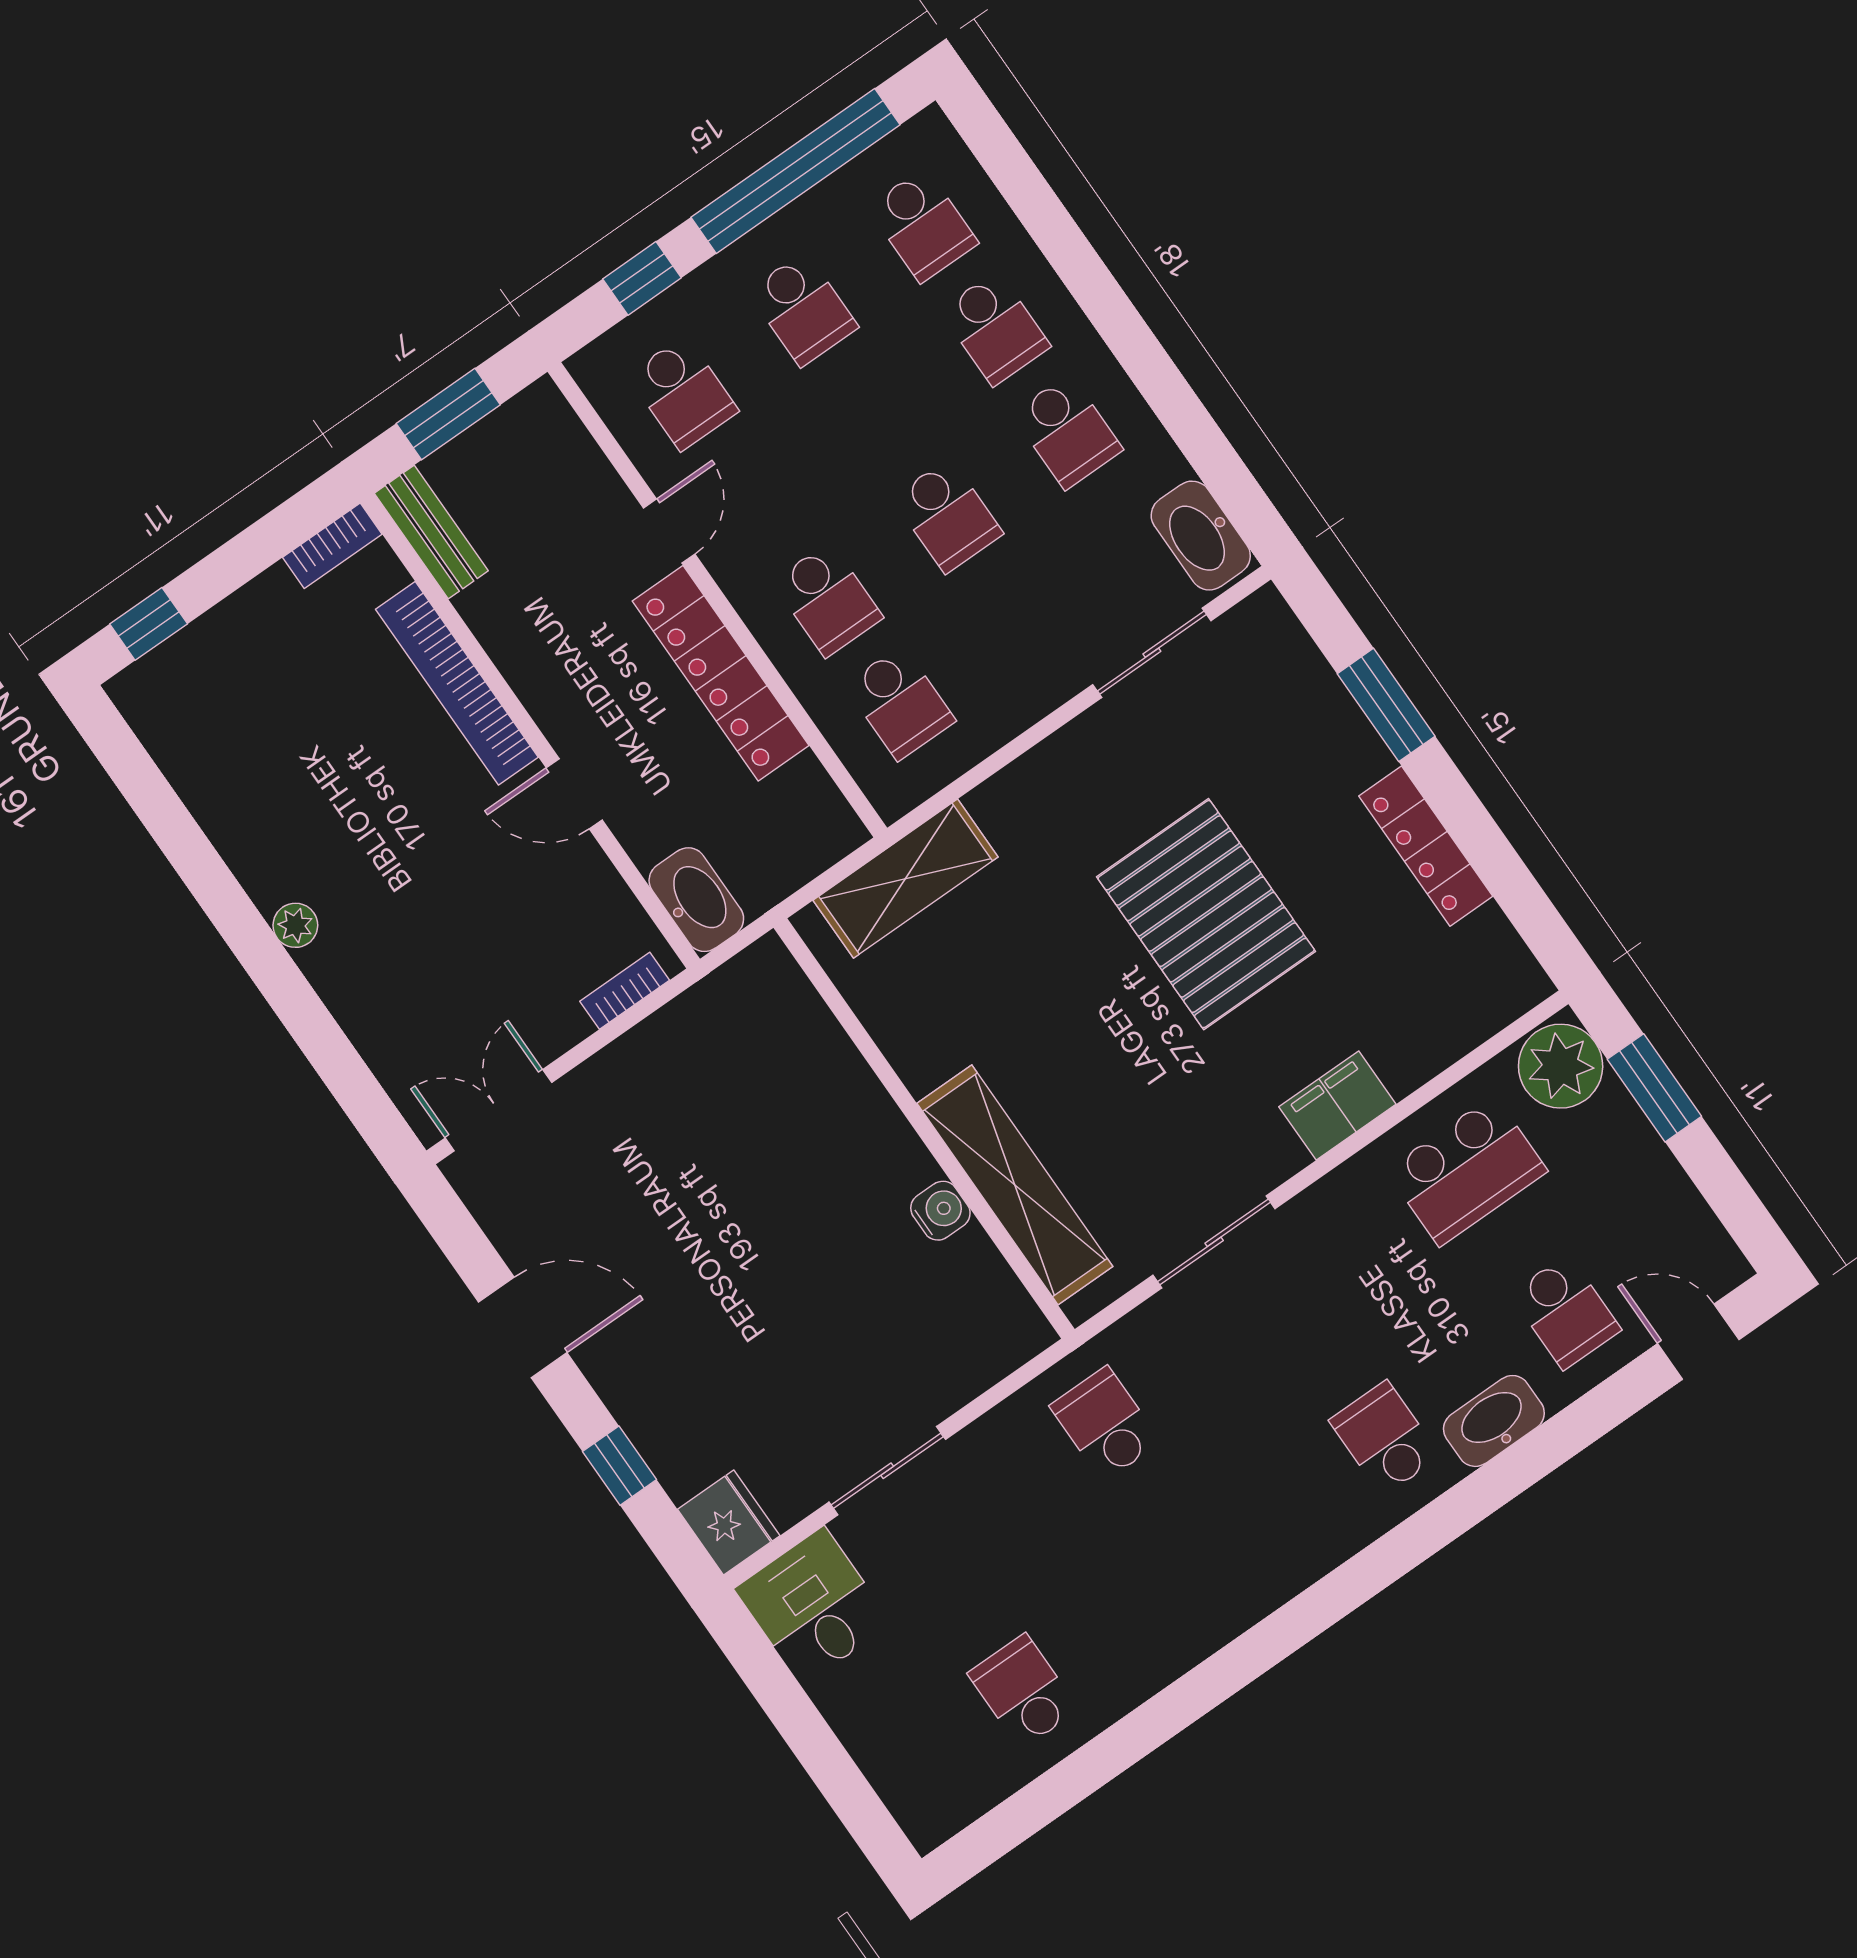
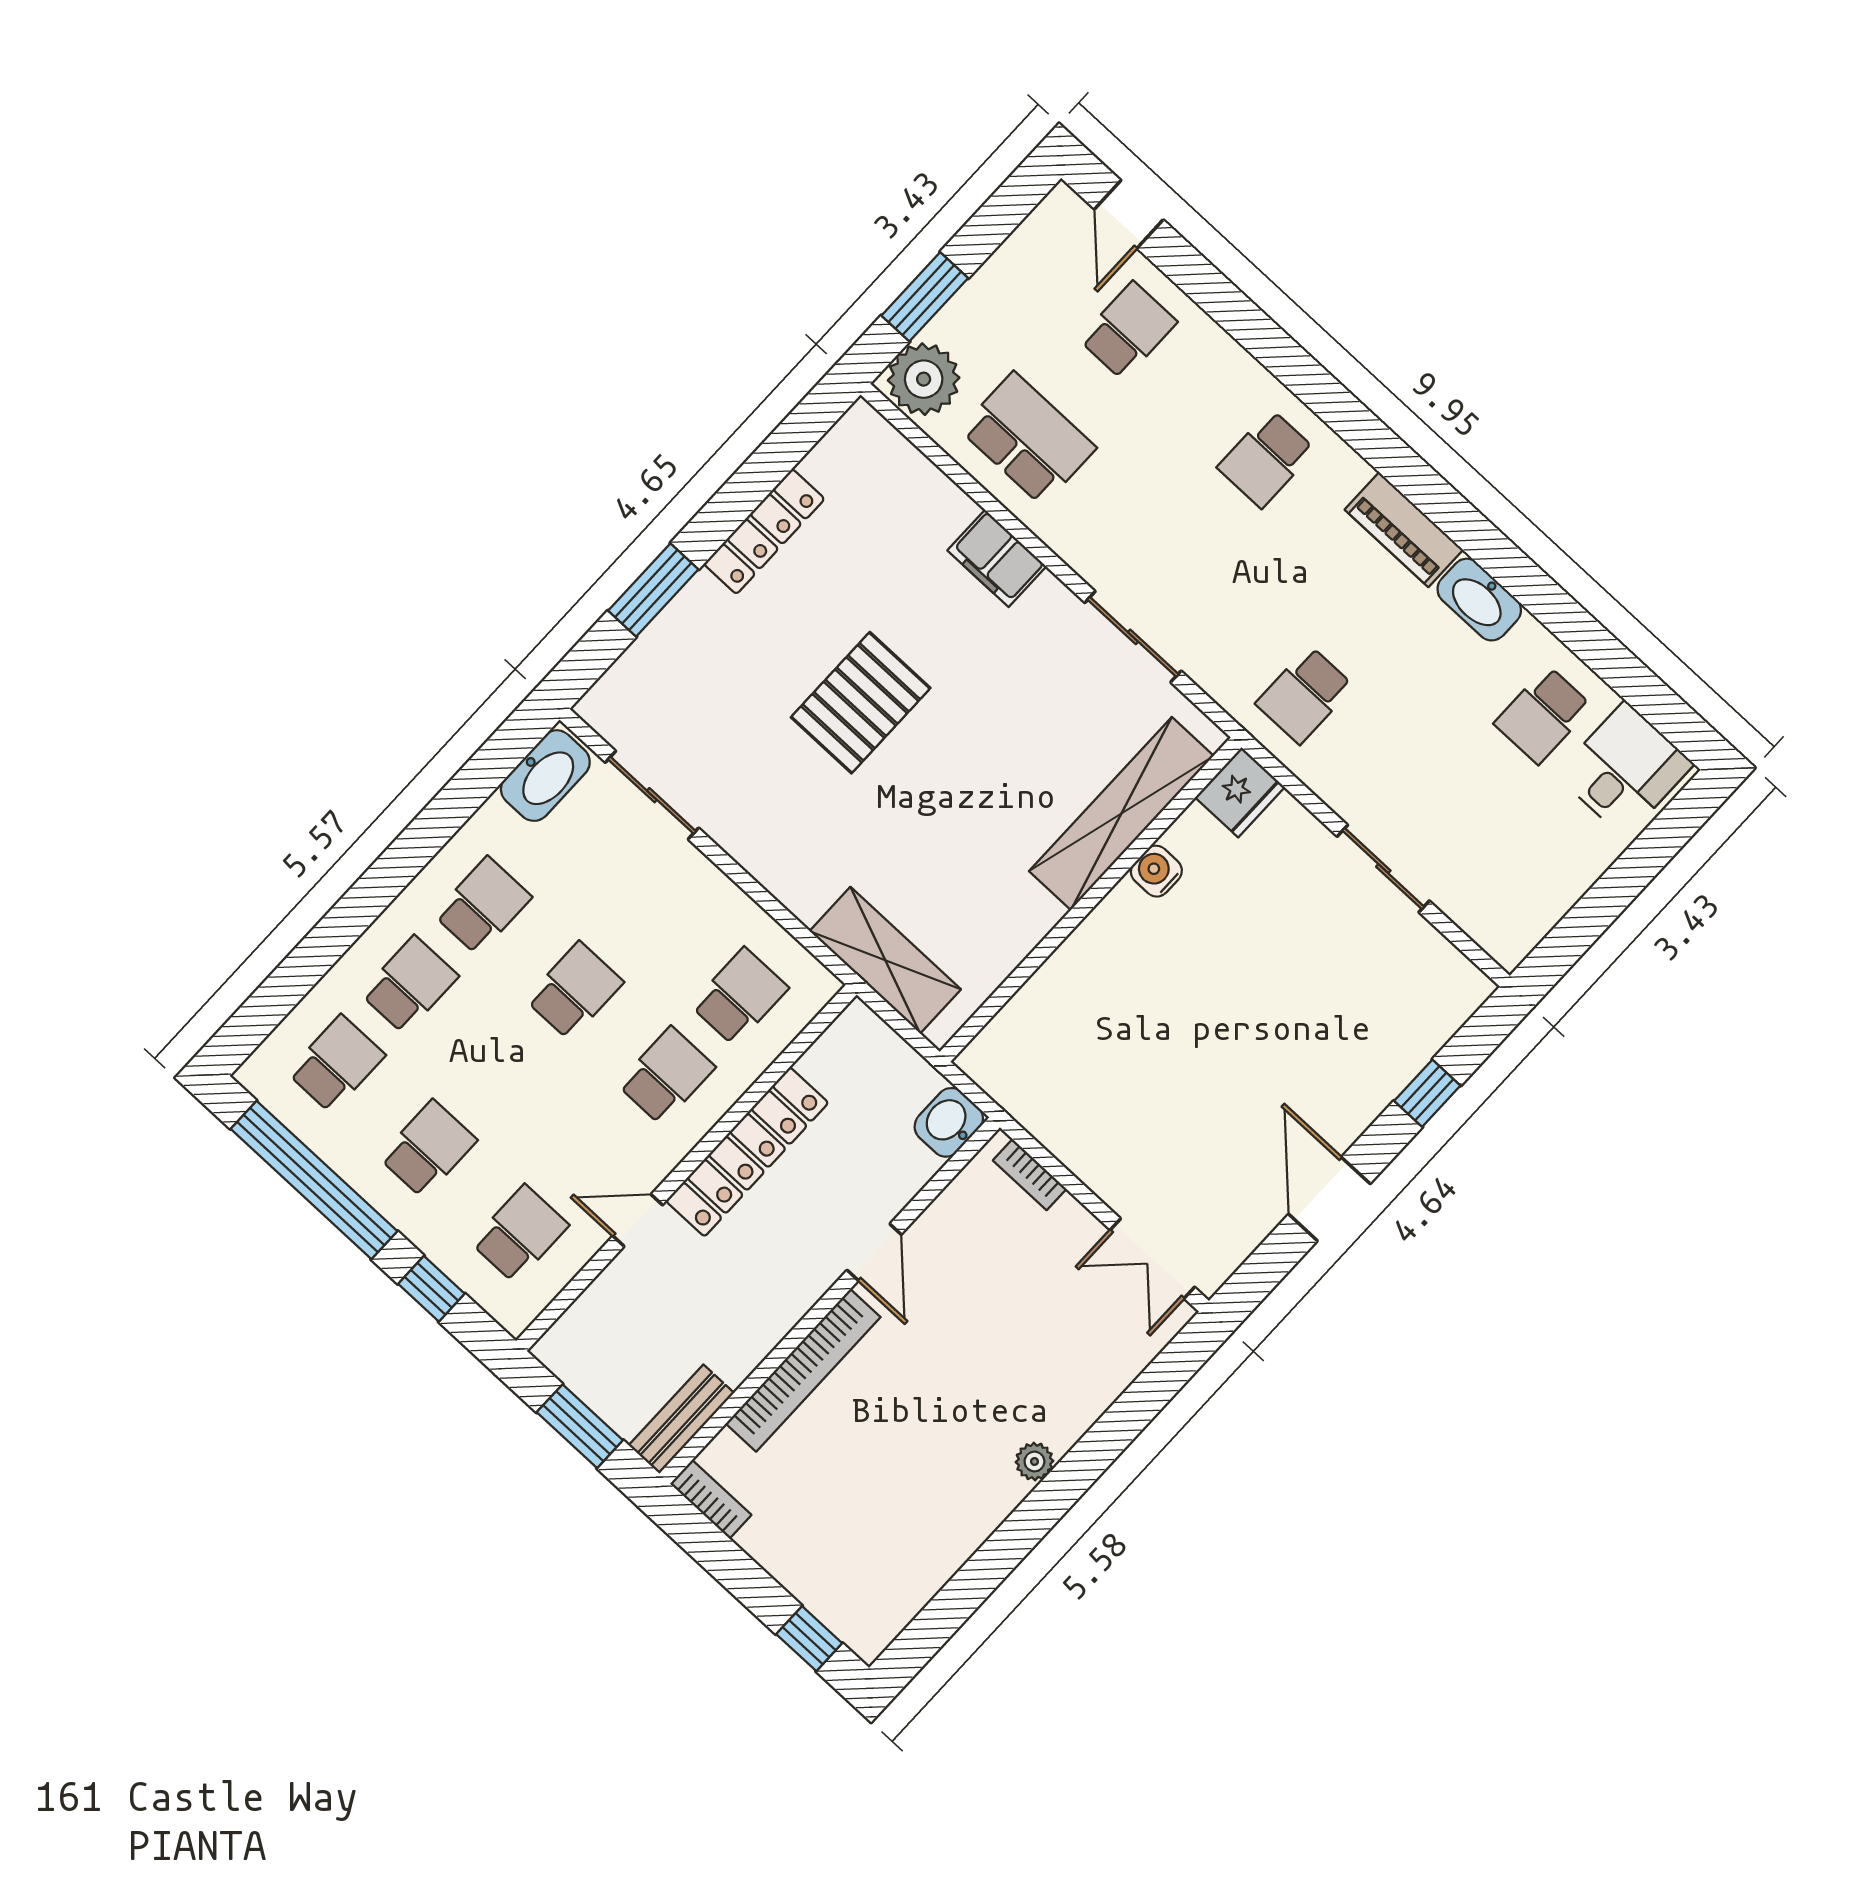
washbasin: (696, 900) -> (949, 1122), width x0.72
pallet: (1206, 914) -> (861, 703), width x0.73, depth x0.71
washbasin: (1494, 1421) -> (1479, 600), moved
fridge: (729, 1522) -> (1240, 792), moved, turned 180
piano: (1270, 1578) -> (1404, 530), added
desk: (813, 1606) -> (1625, 770), moved, turned 180

